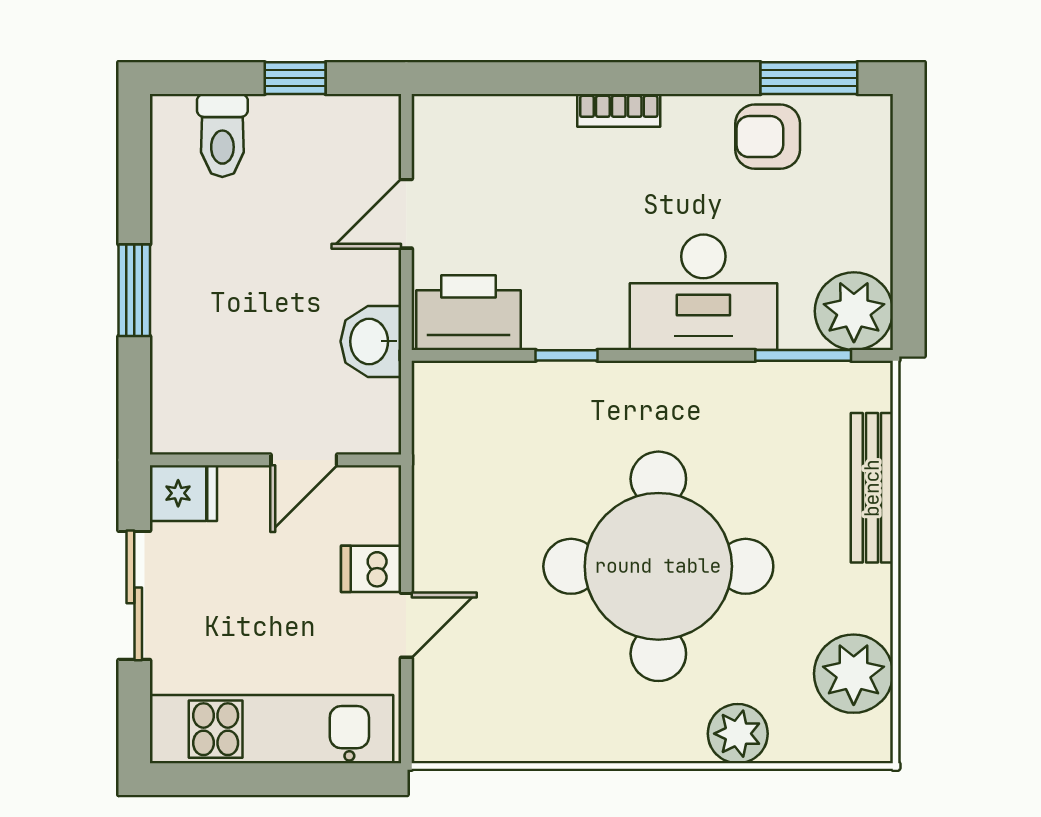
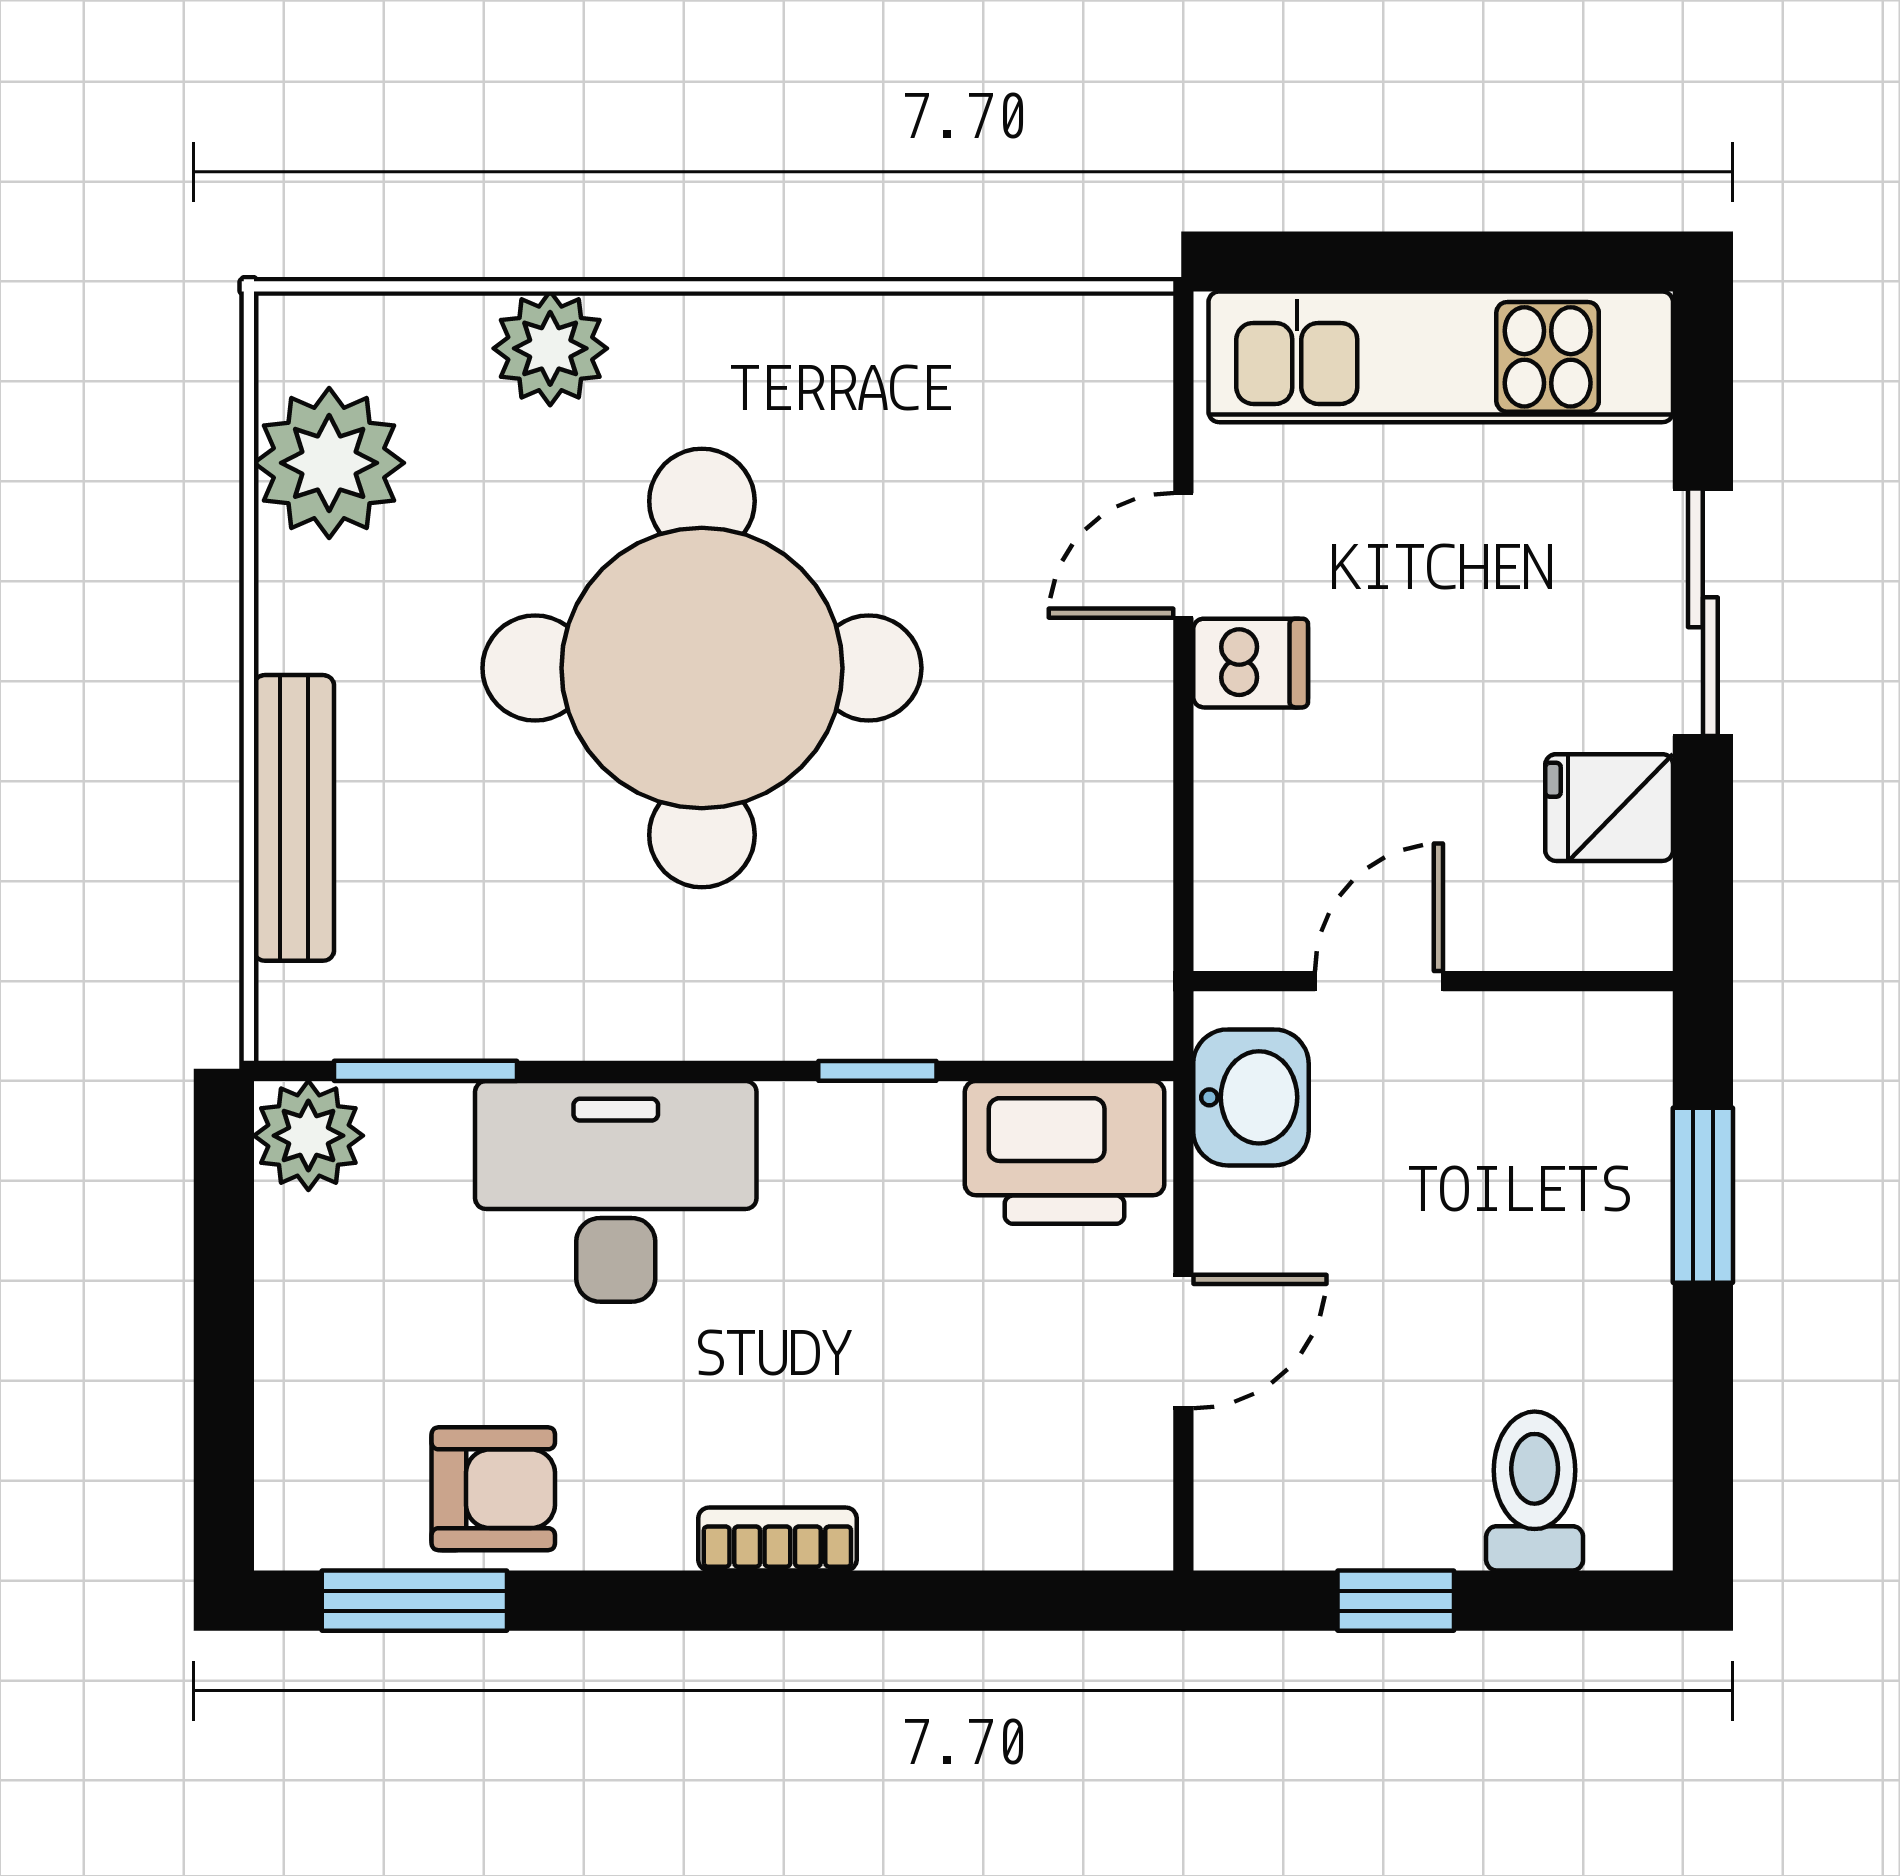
plant: (854, 311) -> (308, 1136), width x0.73, depth x0.73
wall: (276, 460) -> (1433, 981), moved
door: (304, 460) -> (1379, 981), moved

